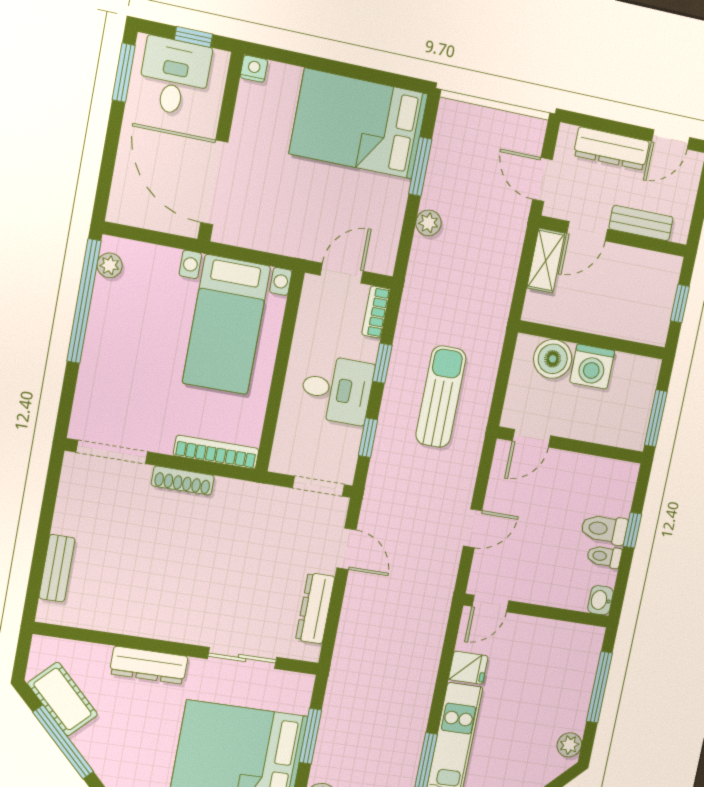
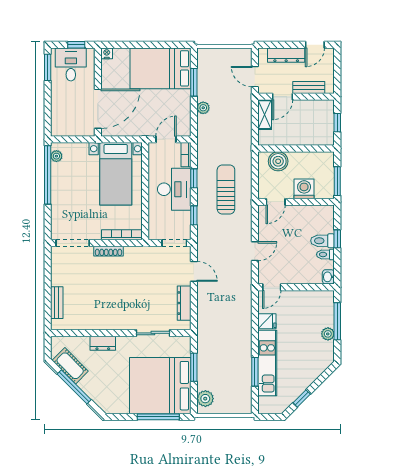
door: (214, 182) -> (98, 109), swing flipped
washing machine: (592, 367) -> (304, 189), moved, turned 180
desk: (337, 390) -> (174, 189), width x1.37
dresser: (149, 665) -> (103, 343), width x0.70
plant: (569, 745) -> (328, 334), moved

